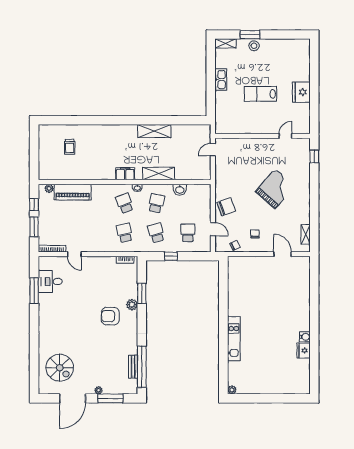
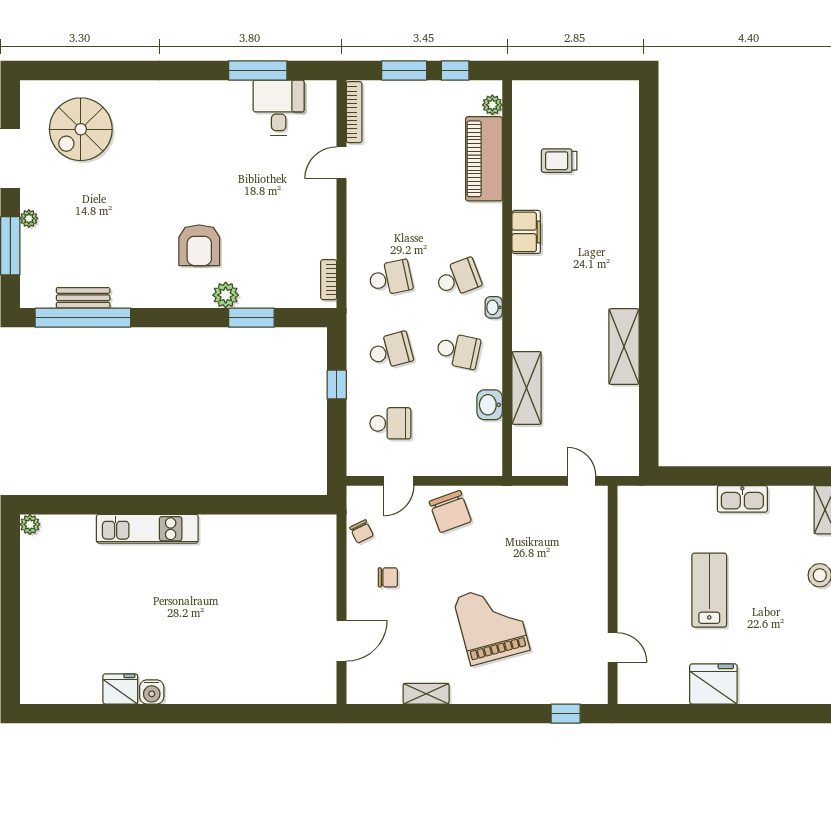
trolley: (70, 147) -> (559, 161), moved
filing cabinet: (125, 174) -> (526, 232), moved
shelving: (159, 174) -> (526, 388), moved
grand piano: (275, 189) -> (491, 624), turned -146
shelving: (306, 234) -> (426, 694), moved
armchair: (110, 316) -> (199, 245), turned 180

